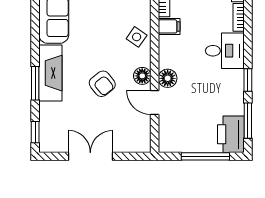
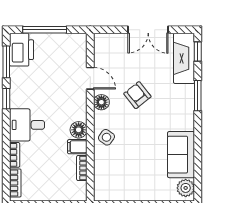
fireplace: (50, 73) -> (184, 58), moved
floor lamp: (168, 78) -> (79, 130), moved

